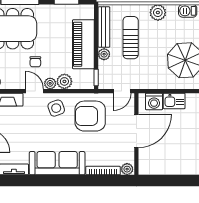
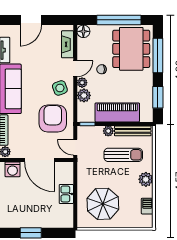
washing machine: (154, 101) -> (13, 169), moved, turned -90

